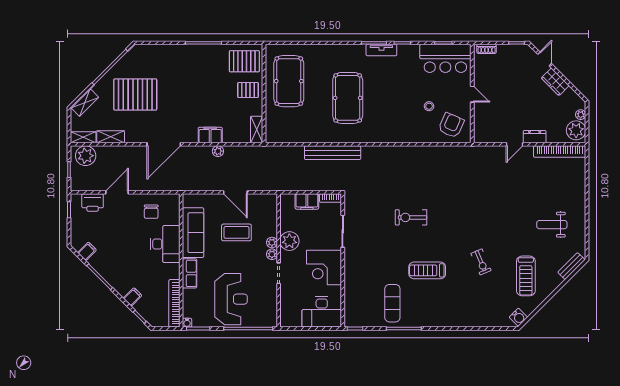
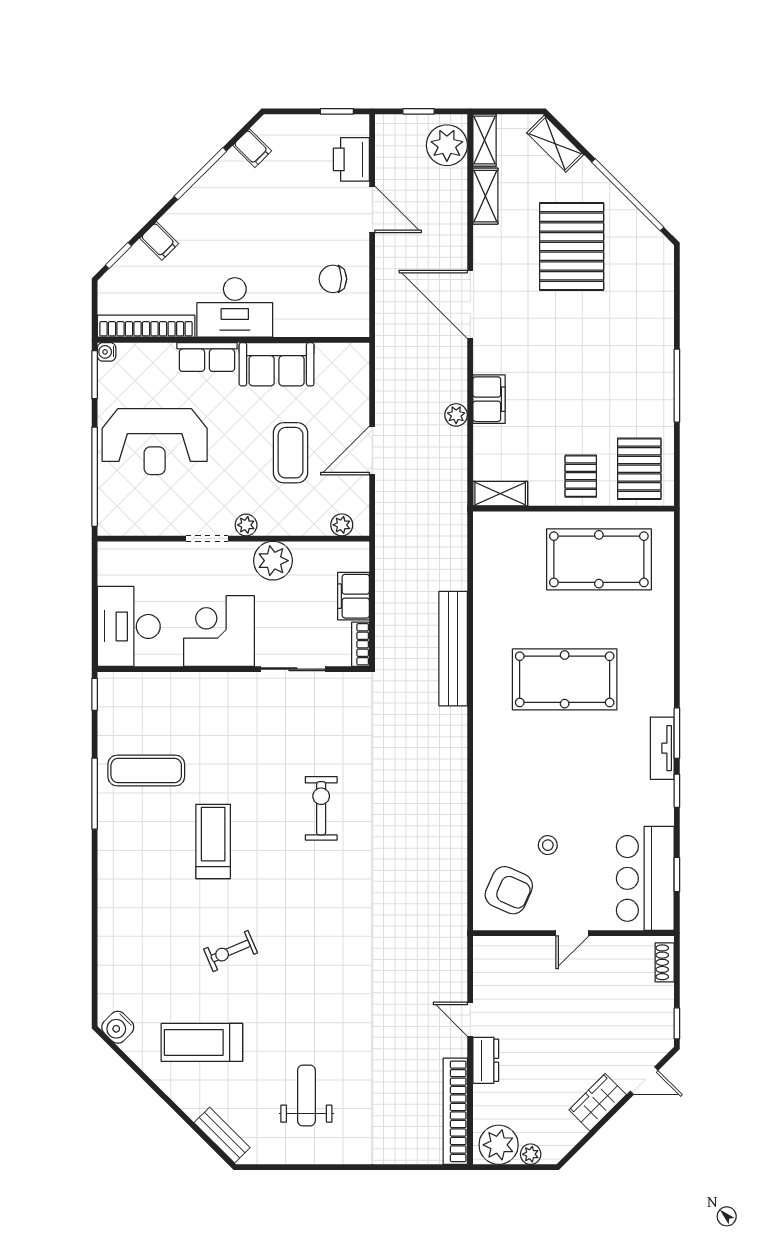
sofa: (193, 233) -> (277, 364), width x0.73
plant: (272, 242) -> (342, 525), moved
desk: (165, 244) -> (235, 307), moved

